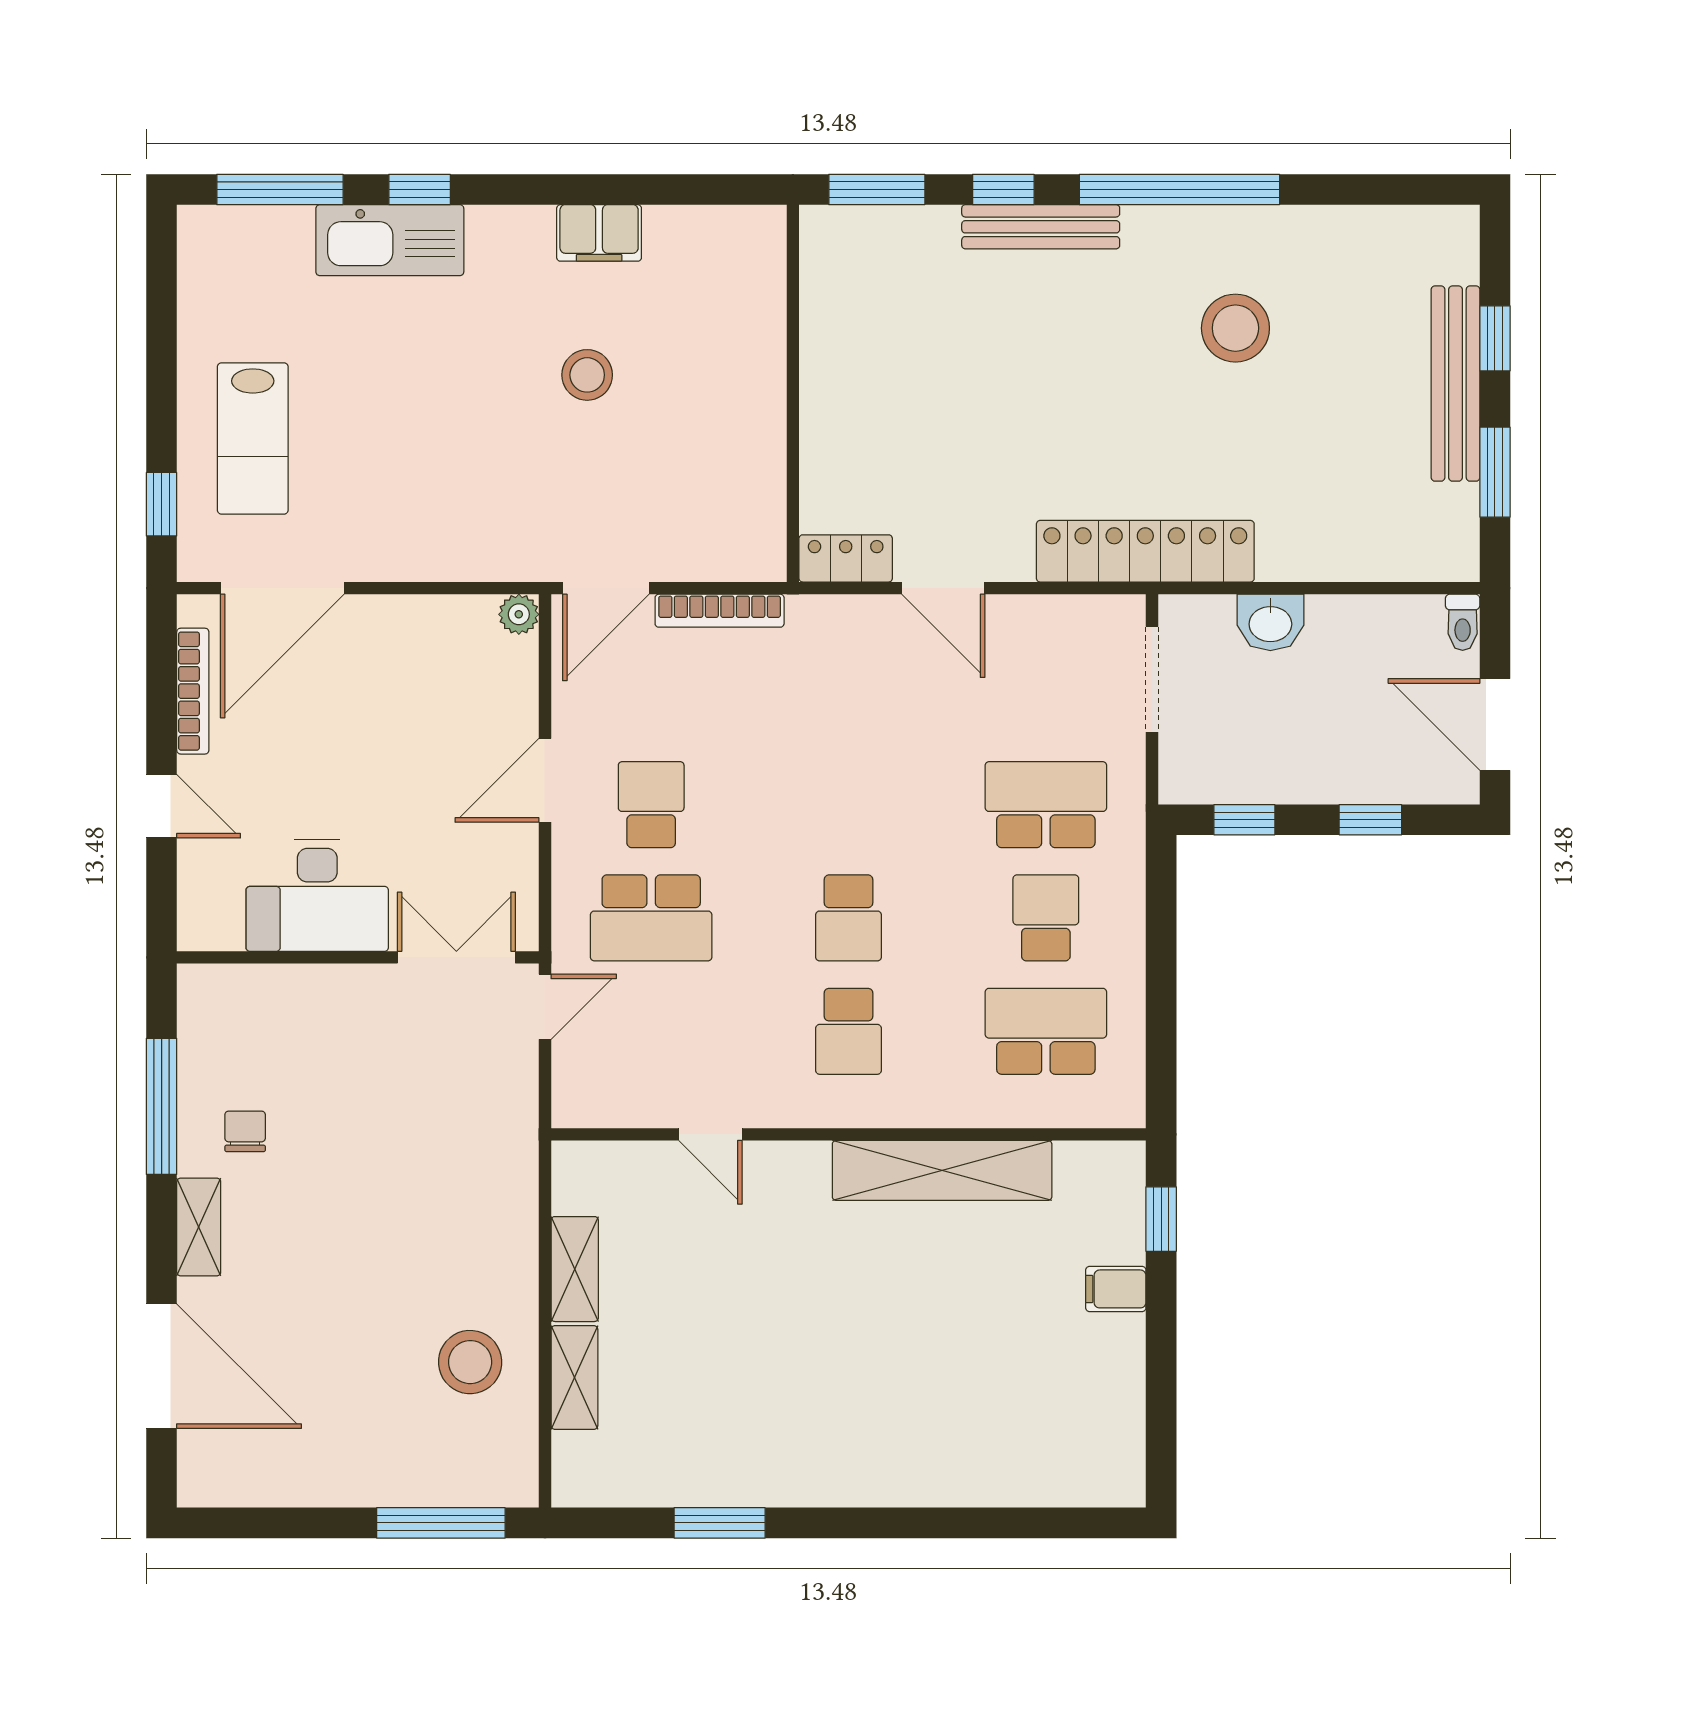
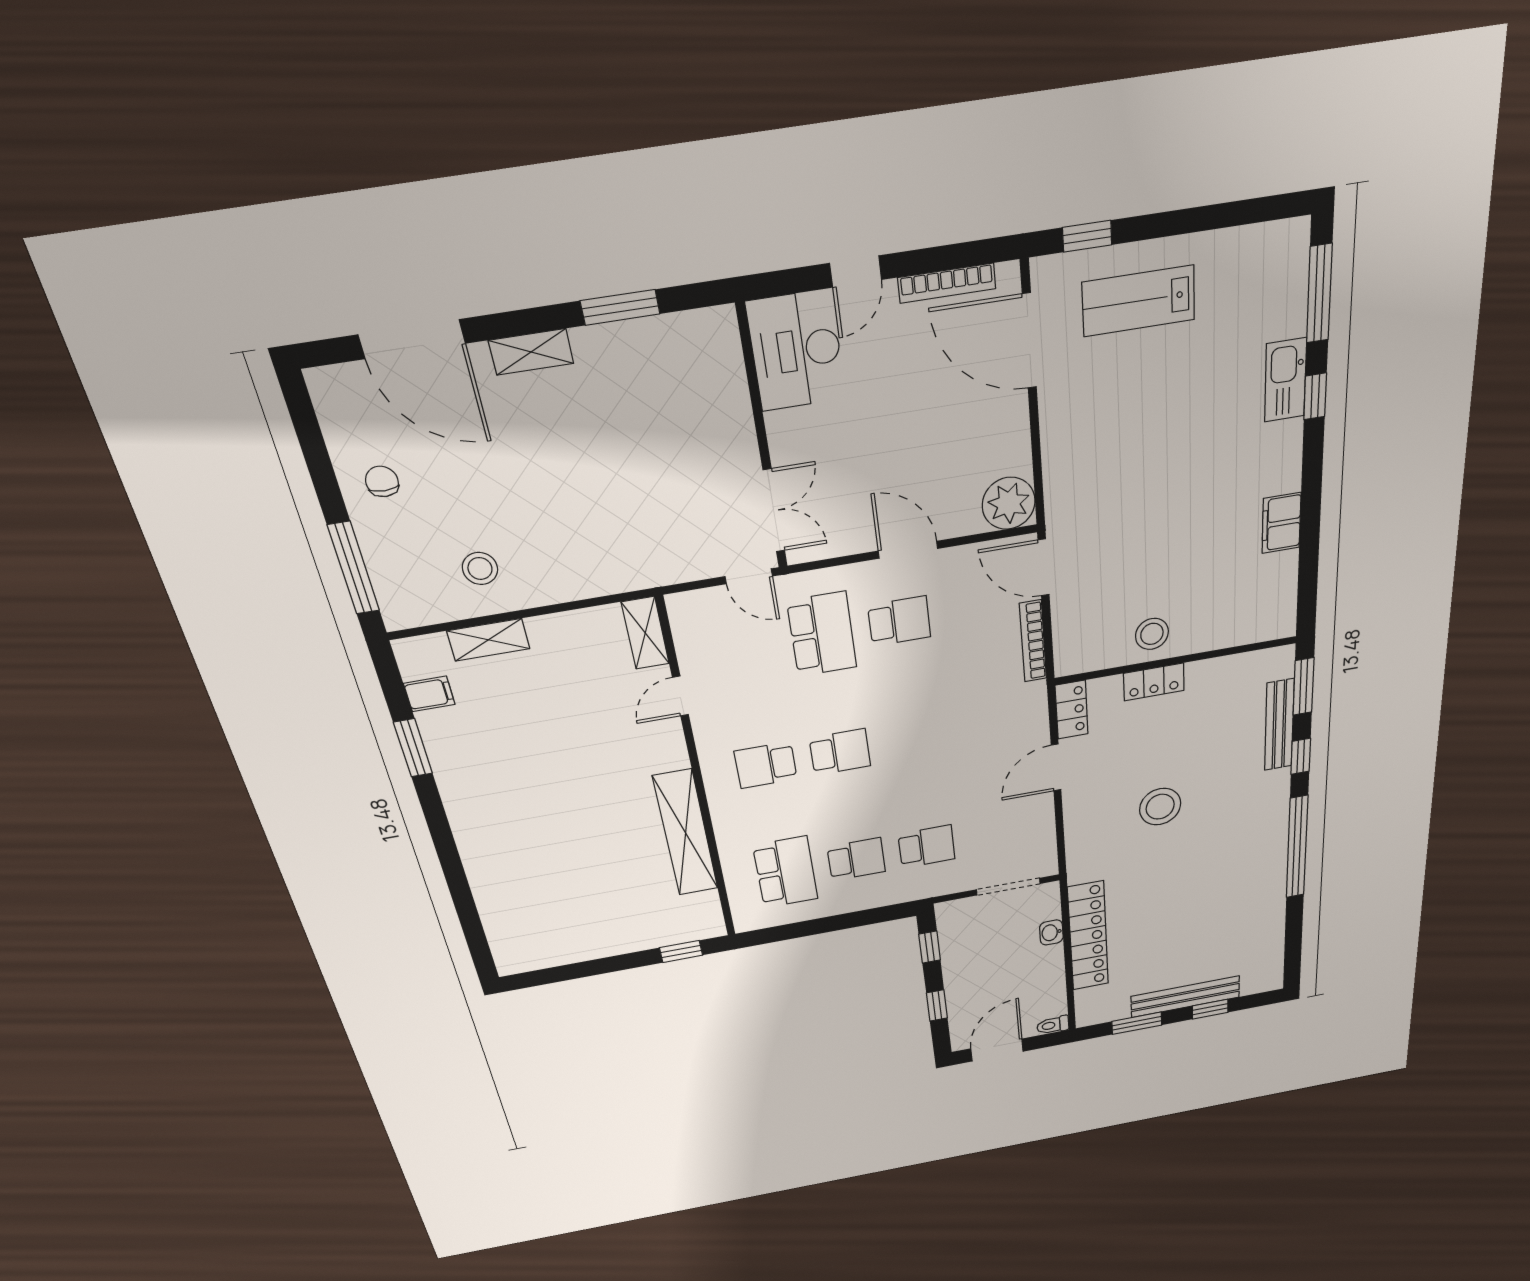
bench: (1041, 227) -> (1279, 725), moved
kitchen sink: (390, 240) -> (1285, 380), width x0.73, depth x0.81
stool: (1235, 328) -> (1160, 807), moved
stool: (587, 375) -> (1152, 634), moved
locker: (823, 428) -> (1154, 682), added
locker: (1145, 551) -> (1088, 936), moved
plant: (519, 614) -> (1009, 503), width x1.88, depth x1.88
washbasin: (1270, 622) -> (1051, 932), width x0.72, depth x0.69
school desk: (1046, 805) -> (927, 847), width x0.54
desk: (317, 895) -> (796, 351), moved
school desk: (651, 918) -> (822, 634), turned 180
school desk: (849, 918) -> (840, 752), turned 180
window: (162, 1106) -> (620, 307), width x0.69
chair: (245, 1131) -> (382, 481), moved, turned -90
shelving: (575, 1269) -> (645, 633), moved, turned 90
filing cabinet: (1116, 1289) -> (429, 694), moved, turned 90
stool: (470, 1362) -> (480, 568), width x0.73, depth x0.73
door: (162, 1366) -> (412, 339), hinge flipped

